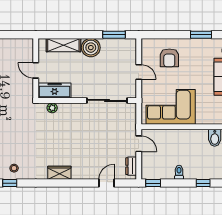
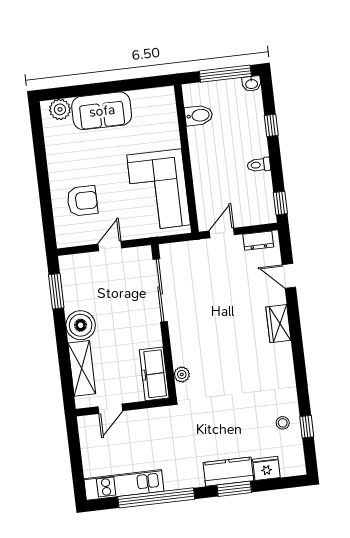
window: (201, 35) -> (40, 156), removed
door: (36, 70) -> (110, 409), moved
wardrobe: (59, 173) -> (278, 324), moved

